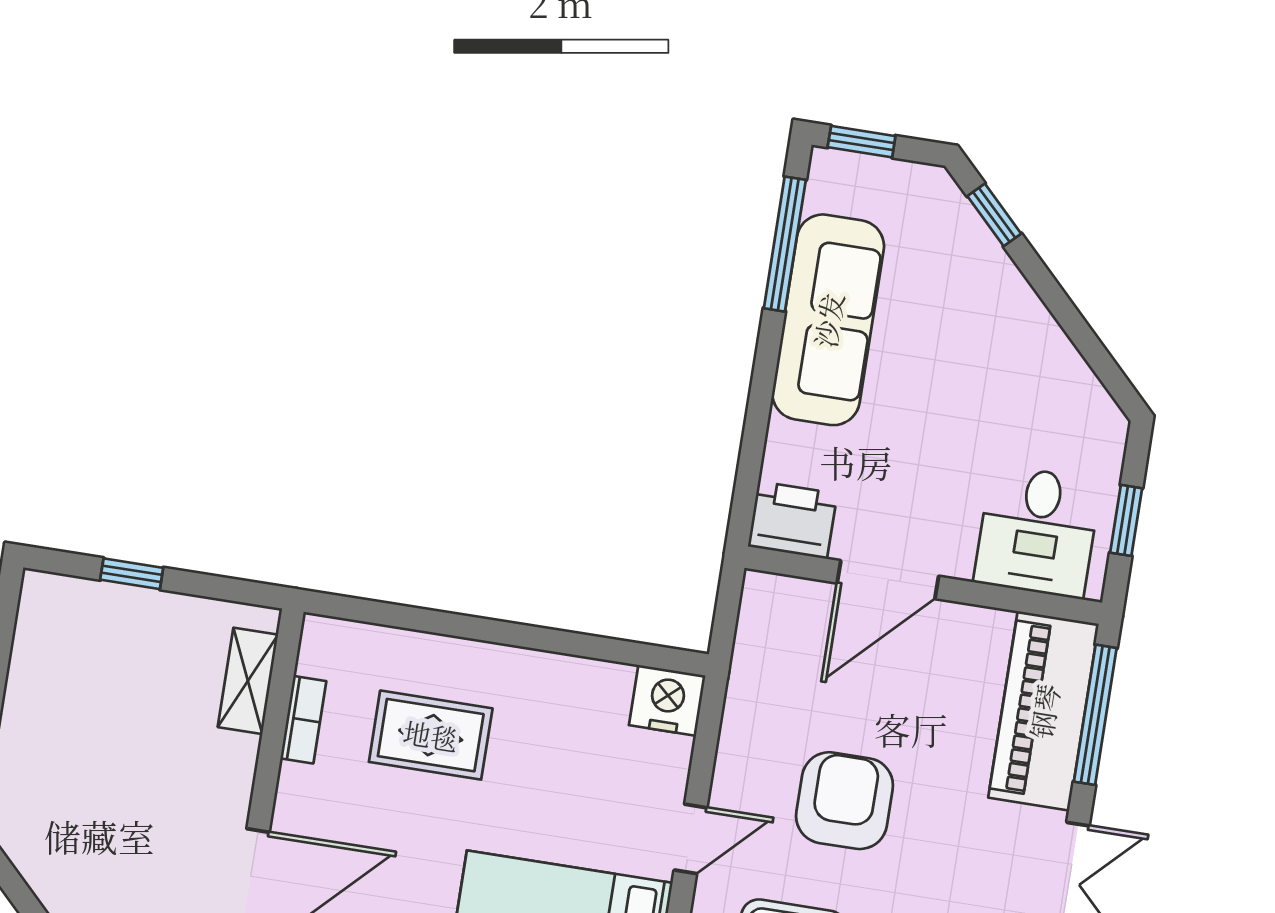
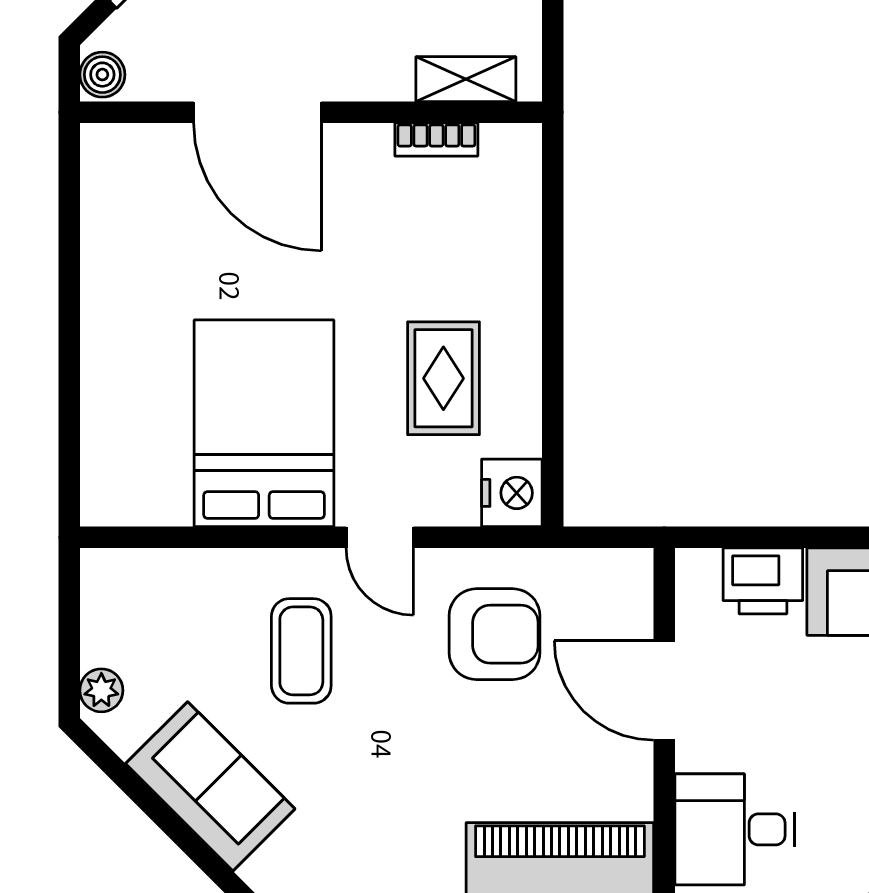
printer: (793, 520) -> (763, 581), moved, turned 90
rug: (431, 735) -> (443, 378), moved
armchair: (844, 801) -> (495, 634), moved

